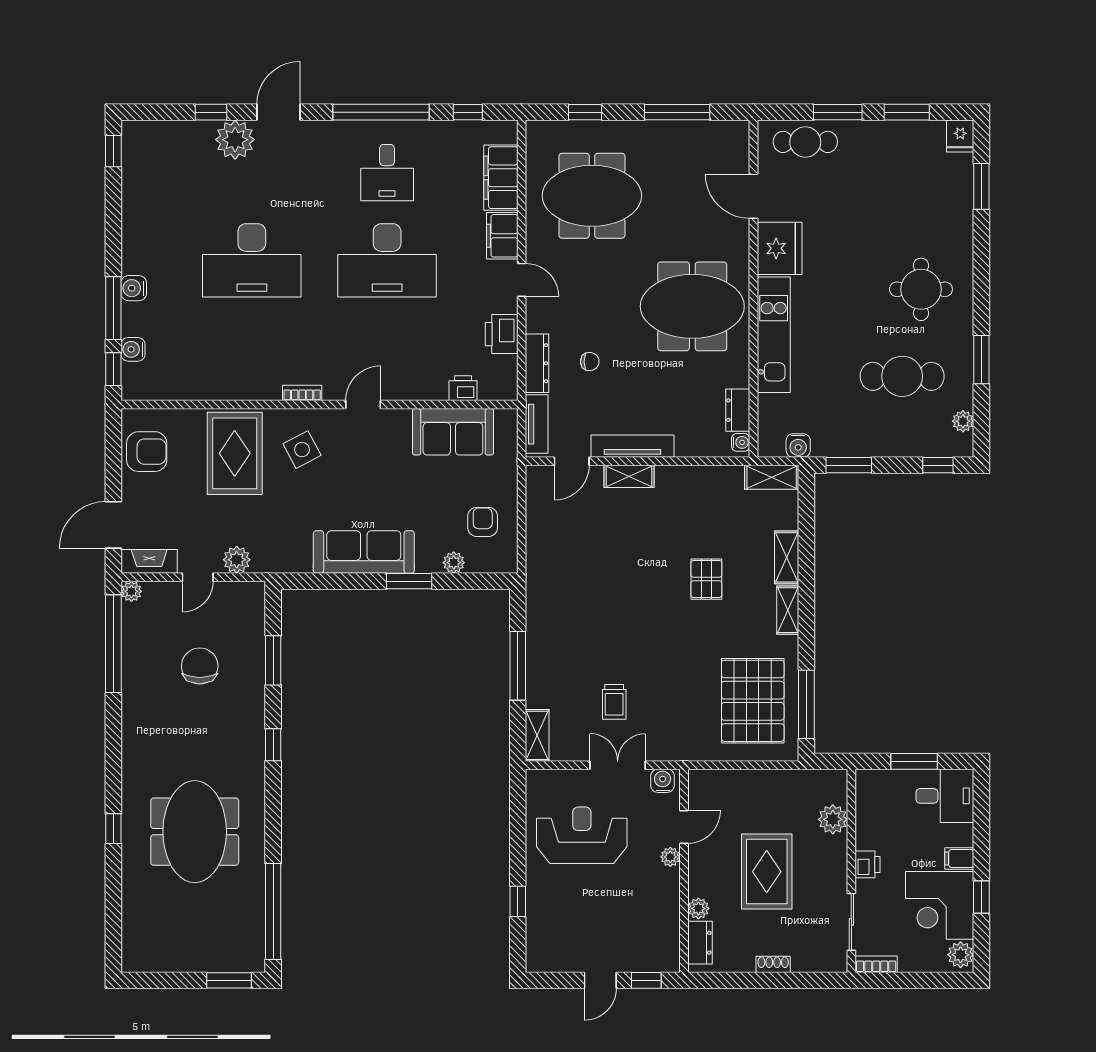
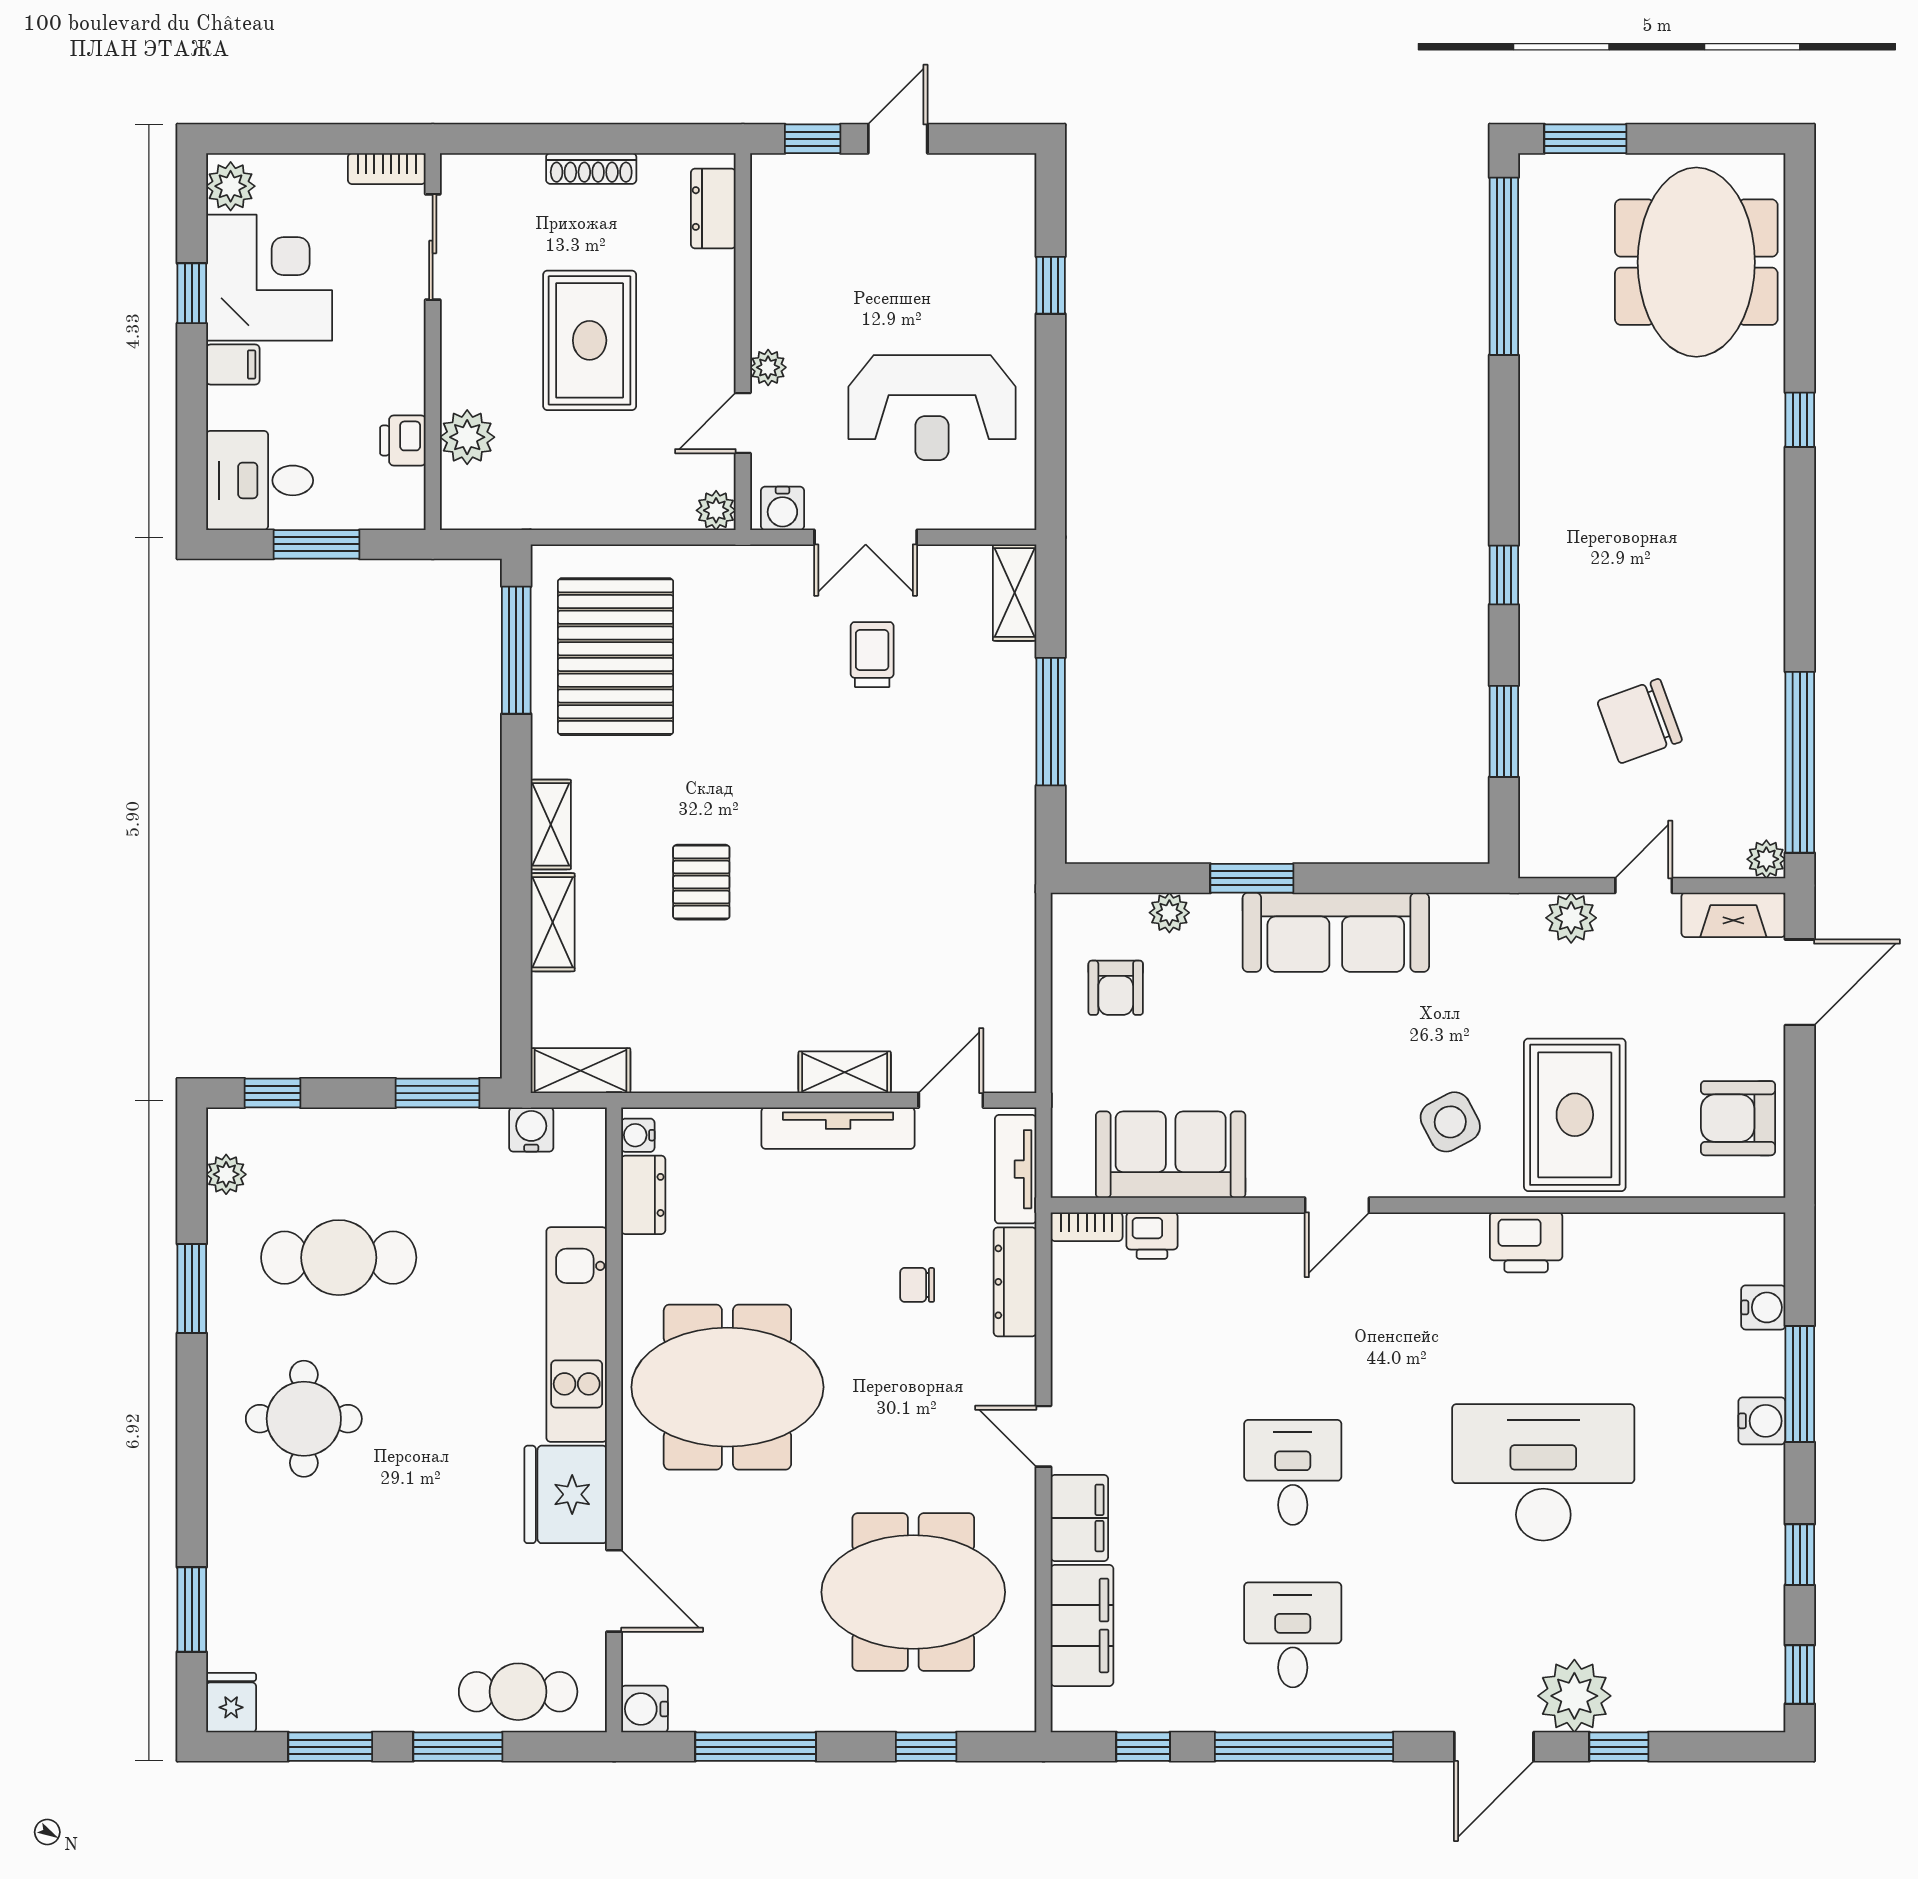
water cooler: (737, 133) -> (645, 1709), added
desk: (387, 260) -> (1293, 1472), width x0.53, depth x0.77
printer: (502, 334) -> (1526, 1242), moved, turned 90
window: (113, 369) -> (1800, 1555), moved
bookcase: (302, 393) -> (1087, 1227), moved
chair: (200, 666) -> (1640, 721), turned 70
meeting table: (195, 832) -> (1696, 262), moved
printer: (868, 864) -> (403, 440), moved
plant: (698, 908) -> (716, 510), moved
shoe rack: (773, 964) -> (591, 168), width x1.43

